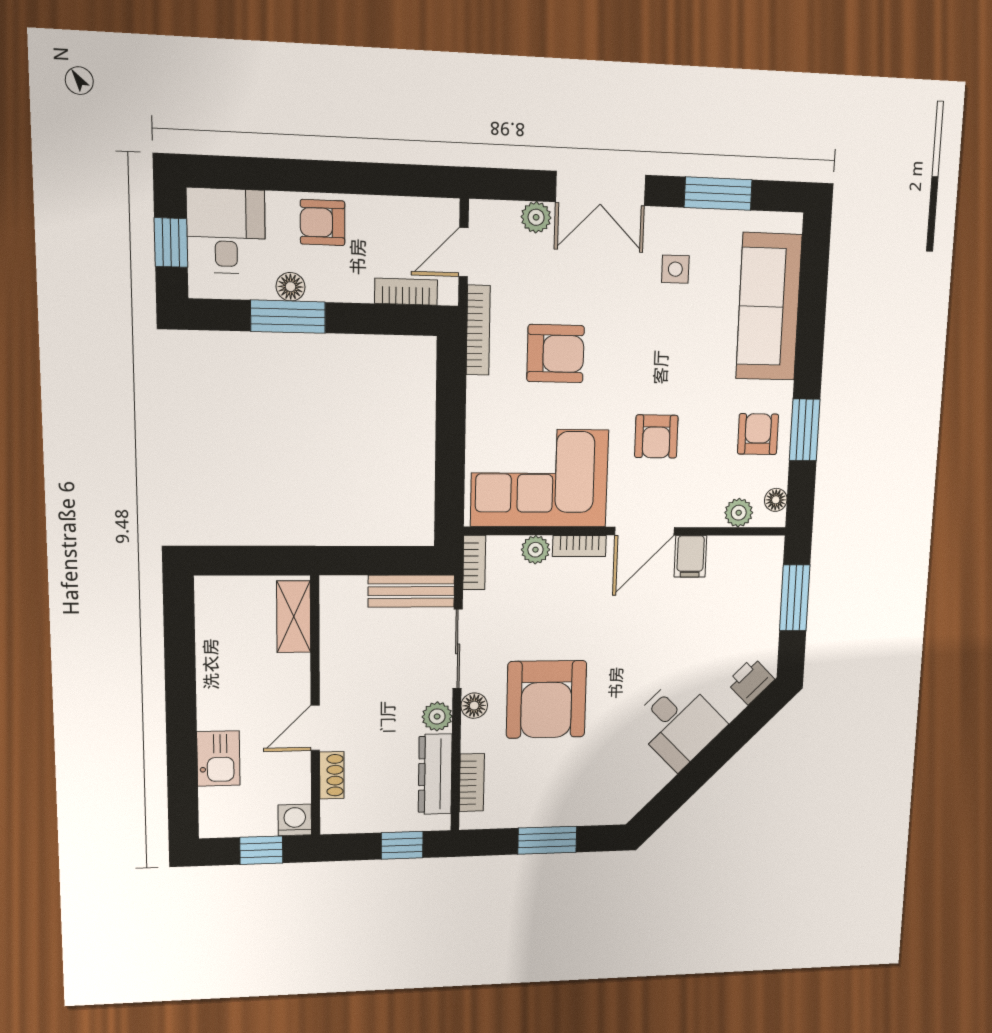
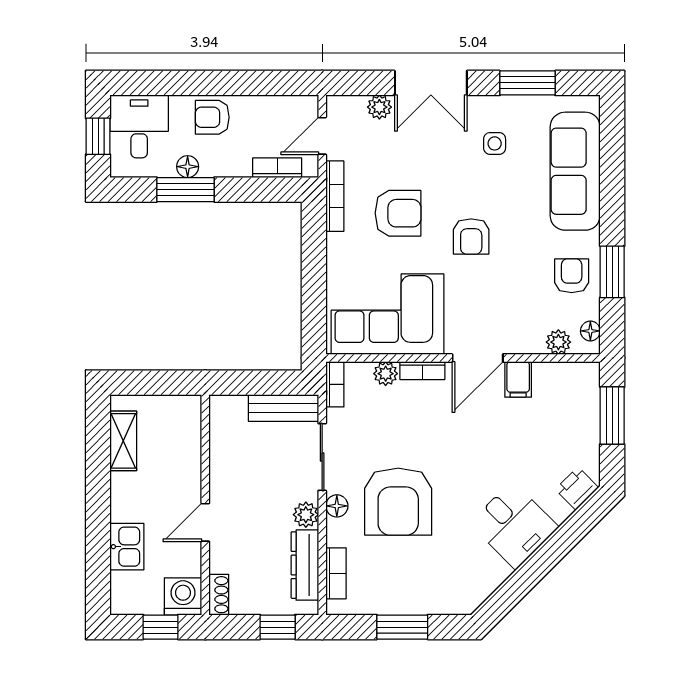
armchair: (656, 436) -> (471, 236), moved
shelving: (294, 617) -> (123, 441), moved
shoe rack: (332, 775) -> (219, 595), moved
washing machine: (295, 820) -> (183, 596), width x1.38, depth x1.38

